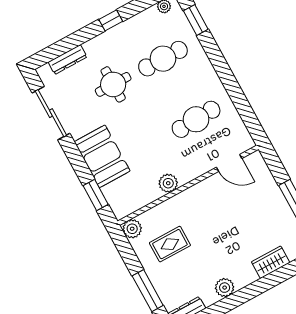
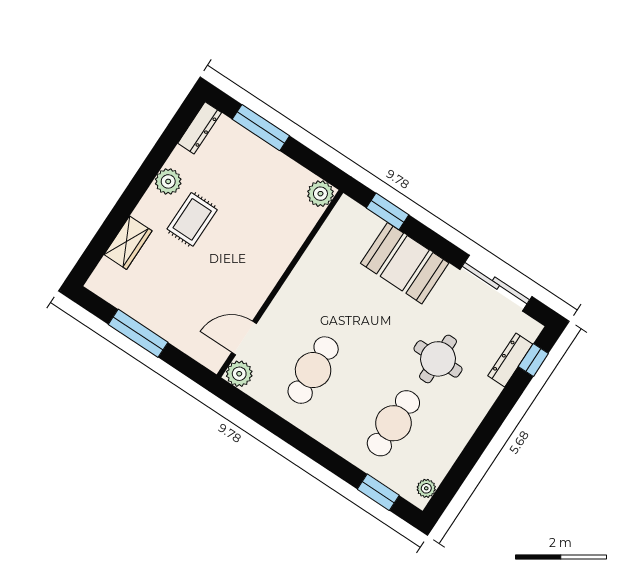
window: (111, 20) -> (533, 360), moved
plant: (168, 183) -> (239, 374), moved
rug: (170, 244) -> (192, 219), moved

